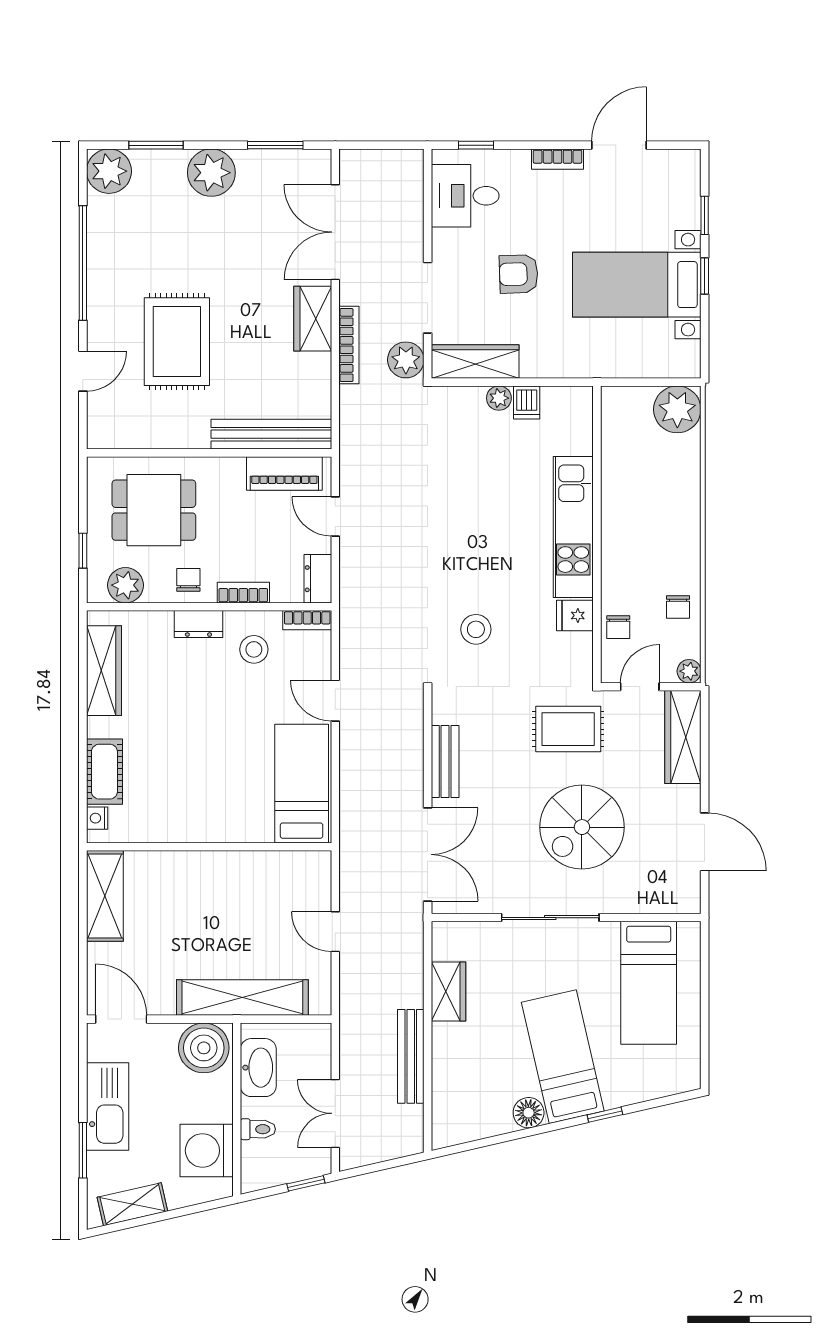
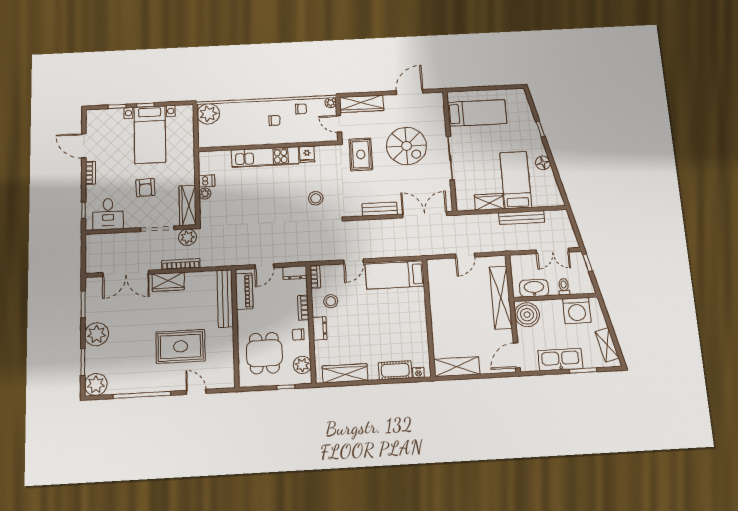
chair: (618, 627) -> (274, 120), moved
bed: (563, 1057) -> (516, 180), moved, turned 103

